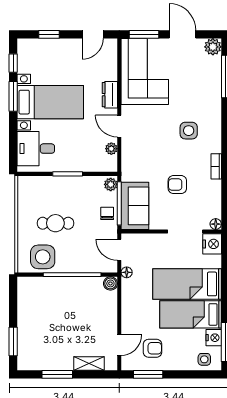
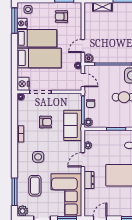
coffee table: (194, 86) -> (35, 186), added
door: (119, 126) -> (83, 160), swing flipped
sofa: (135, 206) -> (73, 125), moved
door: (119, 345) -> (83, 46), moved

